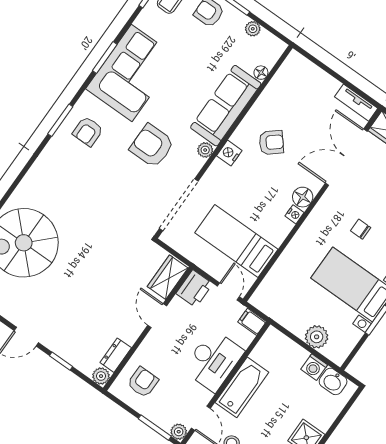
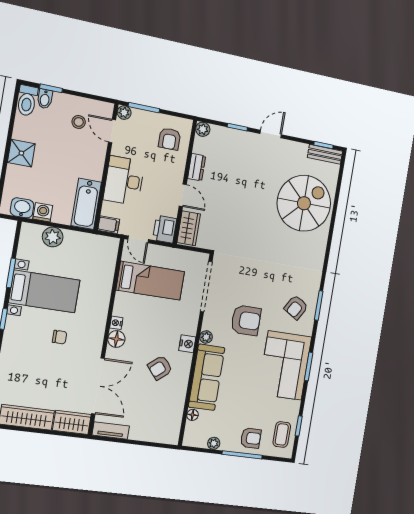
armchair: (88, 131) -> (296, 307), turned -149
dresser: (116, 355) -> (197, 167), moved
bathtub: (242, 387) -> (86, 204), moved

